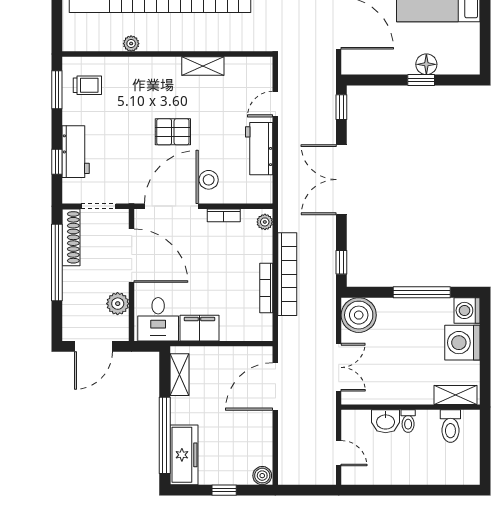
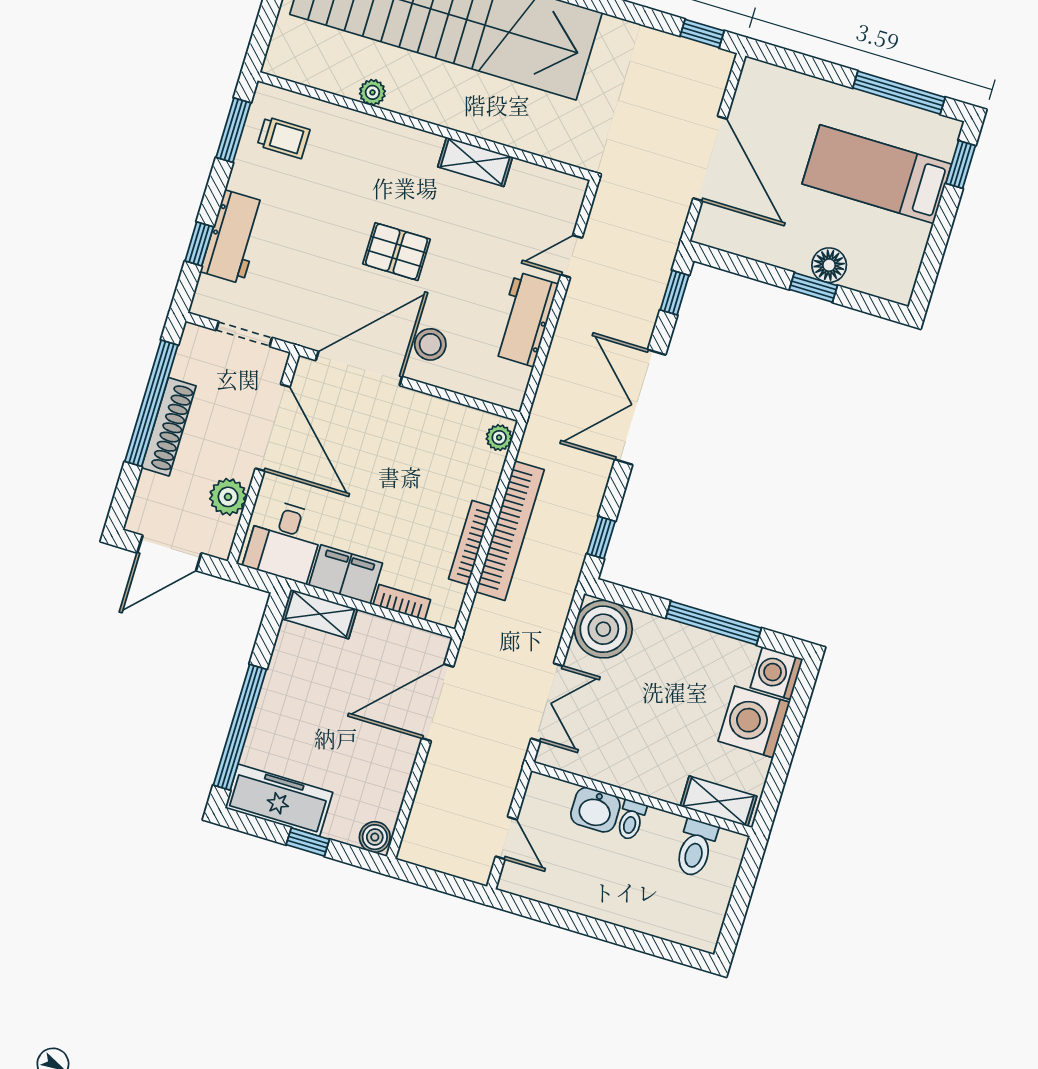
bookcase: (224, 215) -> (402, 602), moved, turned 180
shoe rack: (71, 237) -> (169, 427), moved
shelving: (179, 375) -> (320, 614), moved, turned 90
freezer: (184, 455) -> (279, 800), moved, turned -90

